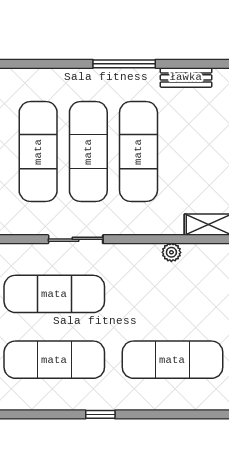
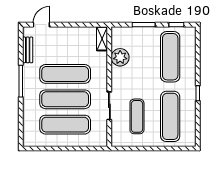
plant: (171, 252) -> (120, 57), width x1.88, depth x1.88
exercise mat: (54, 294) -> (137, 116), width x0.73, depth x0.69

